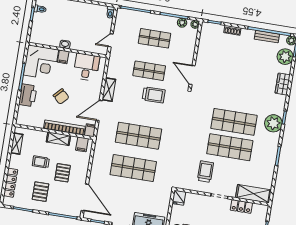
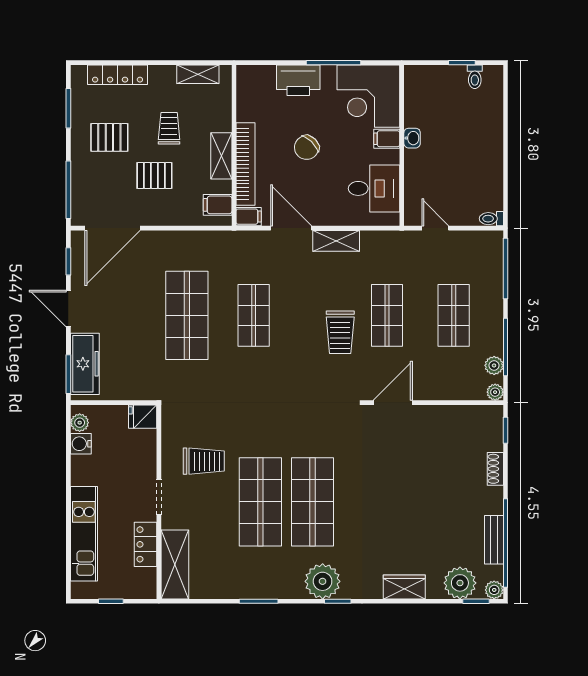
shop shelf: (139, 136) -> (254, 315), width x0.70, depth x0.74

